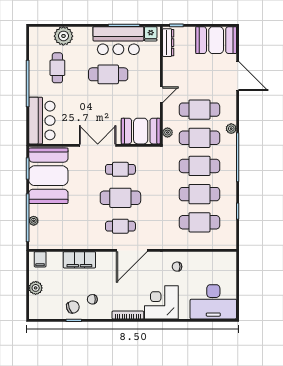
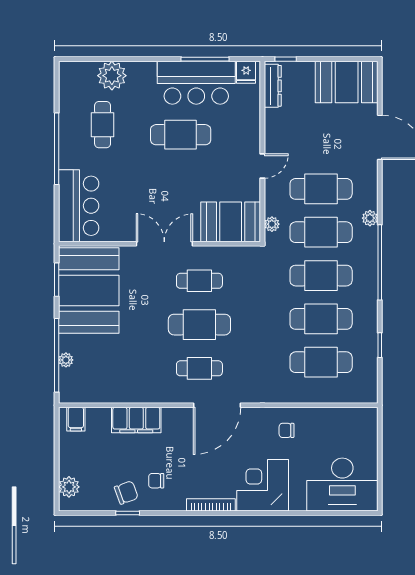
plant: (36, 288) -> (69, 487), moved

